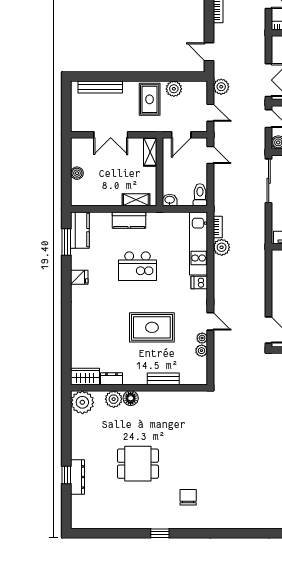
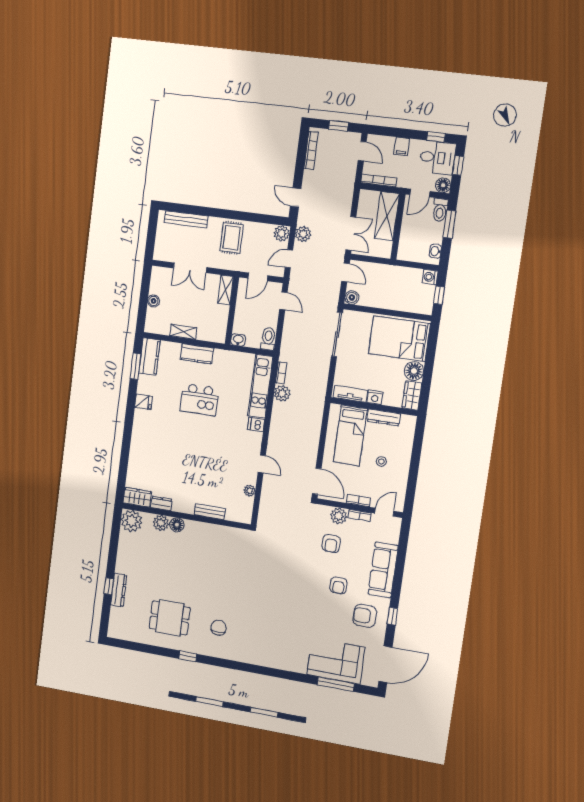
plant: (174, 89) -> (282, 233), moved
door: (210, 113) -> (289, 259), swing flipped
shelving: (136, 200) -> (183, 332), moved
rug: (152, 327) -> (205, 461), removed
plant: (202, 338) -> (252, 479), removed
dining table: (138, 464) -> (170, 618), moved

